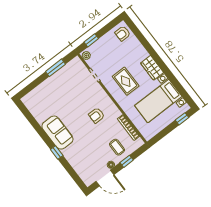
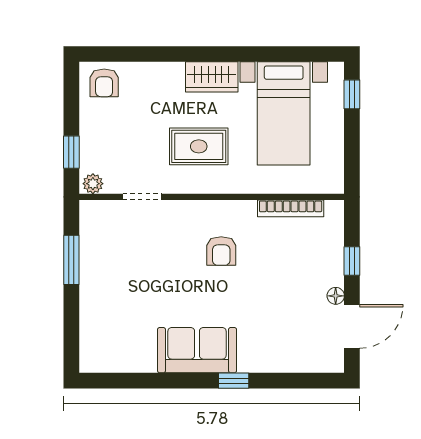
coffee table: (117, 147) -> (311, 259), removed

